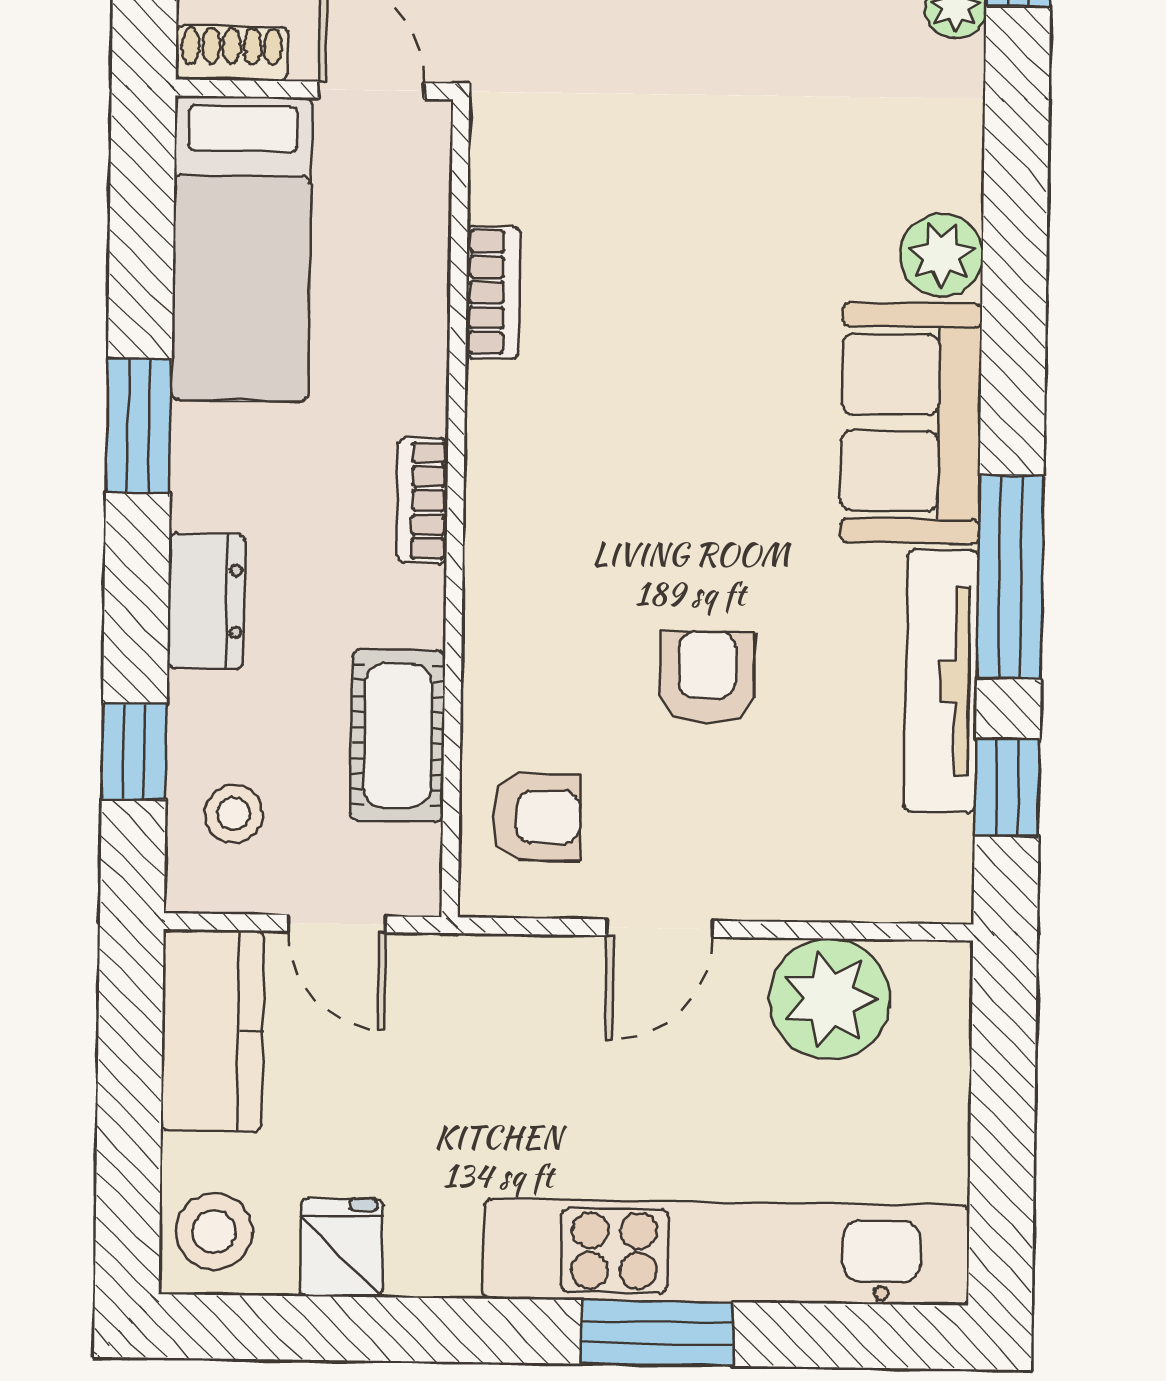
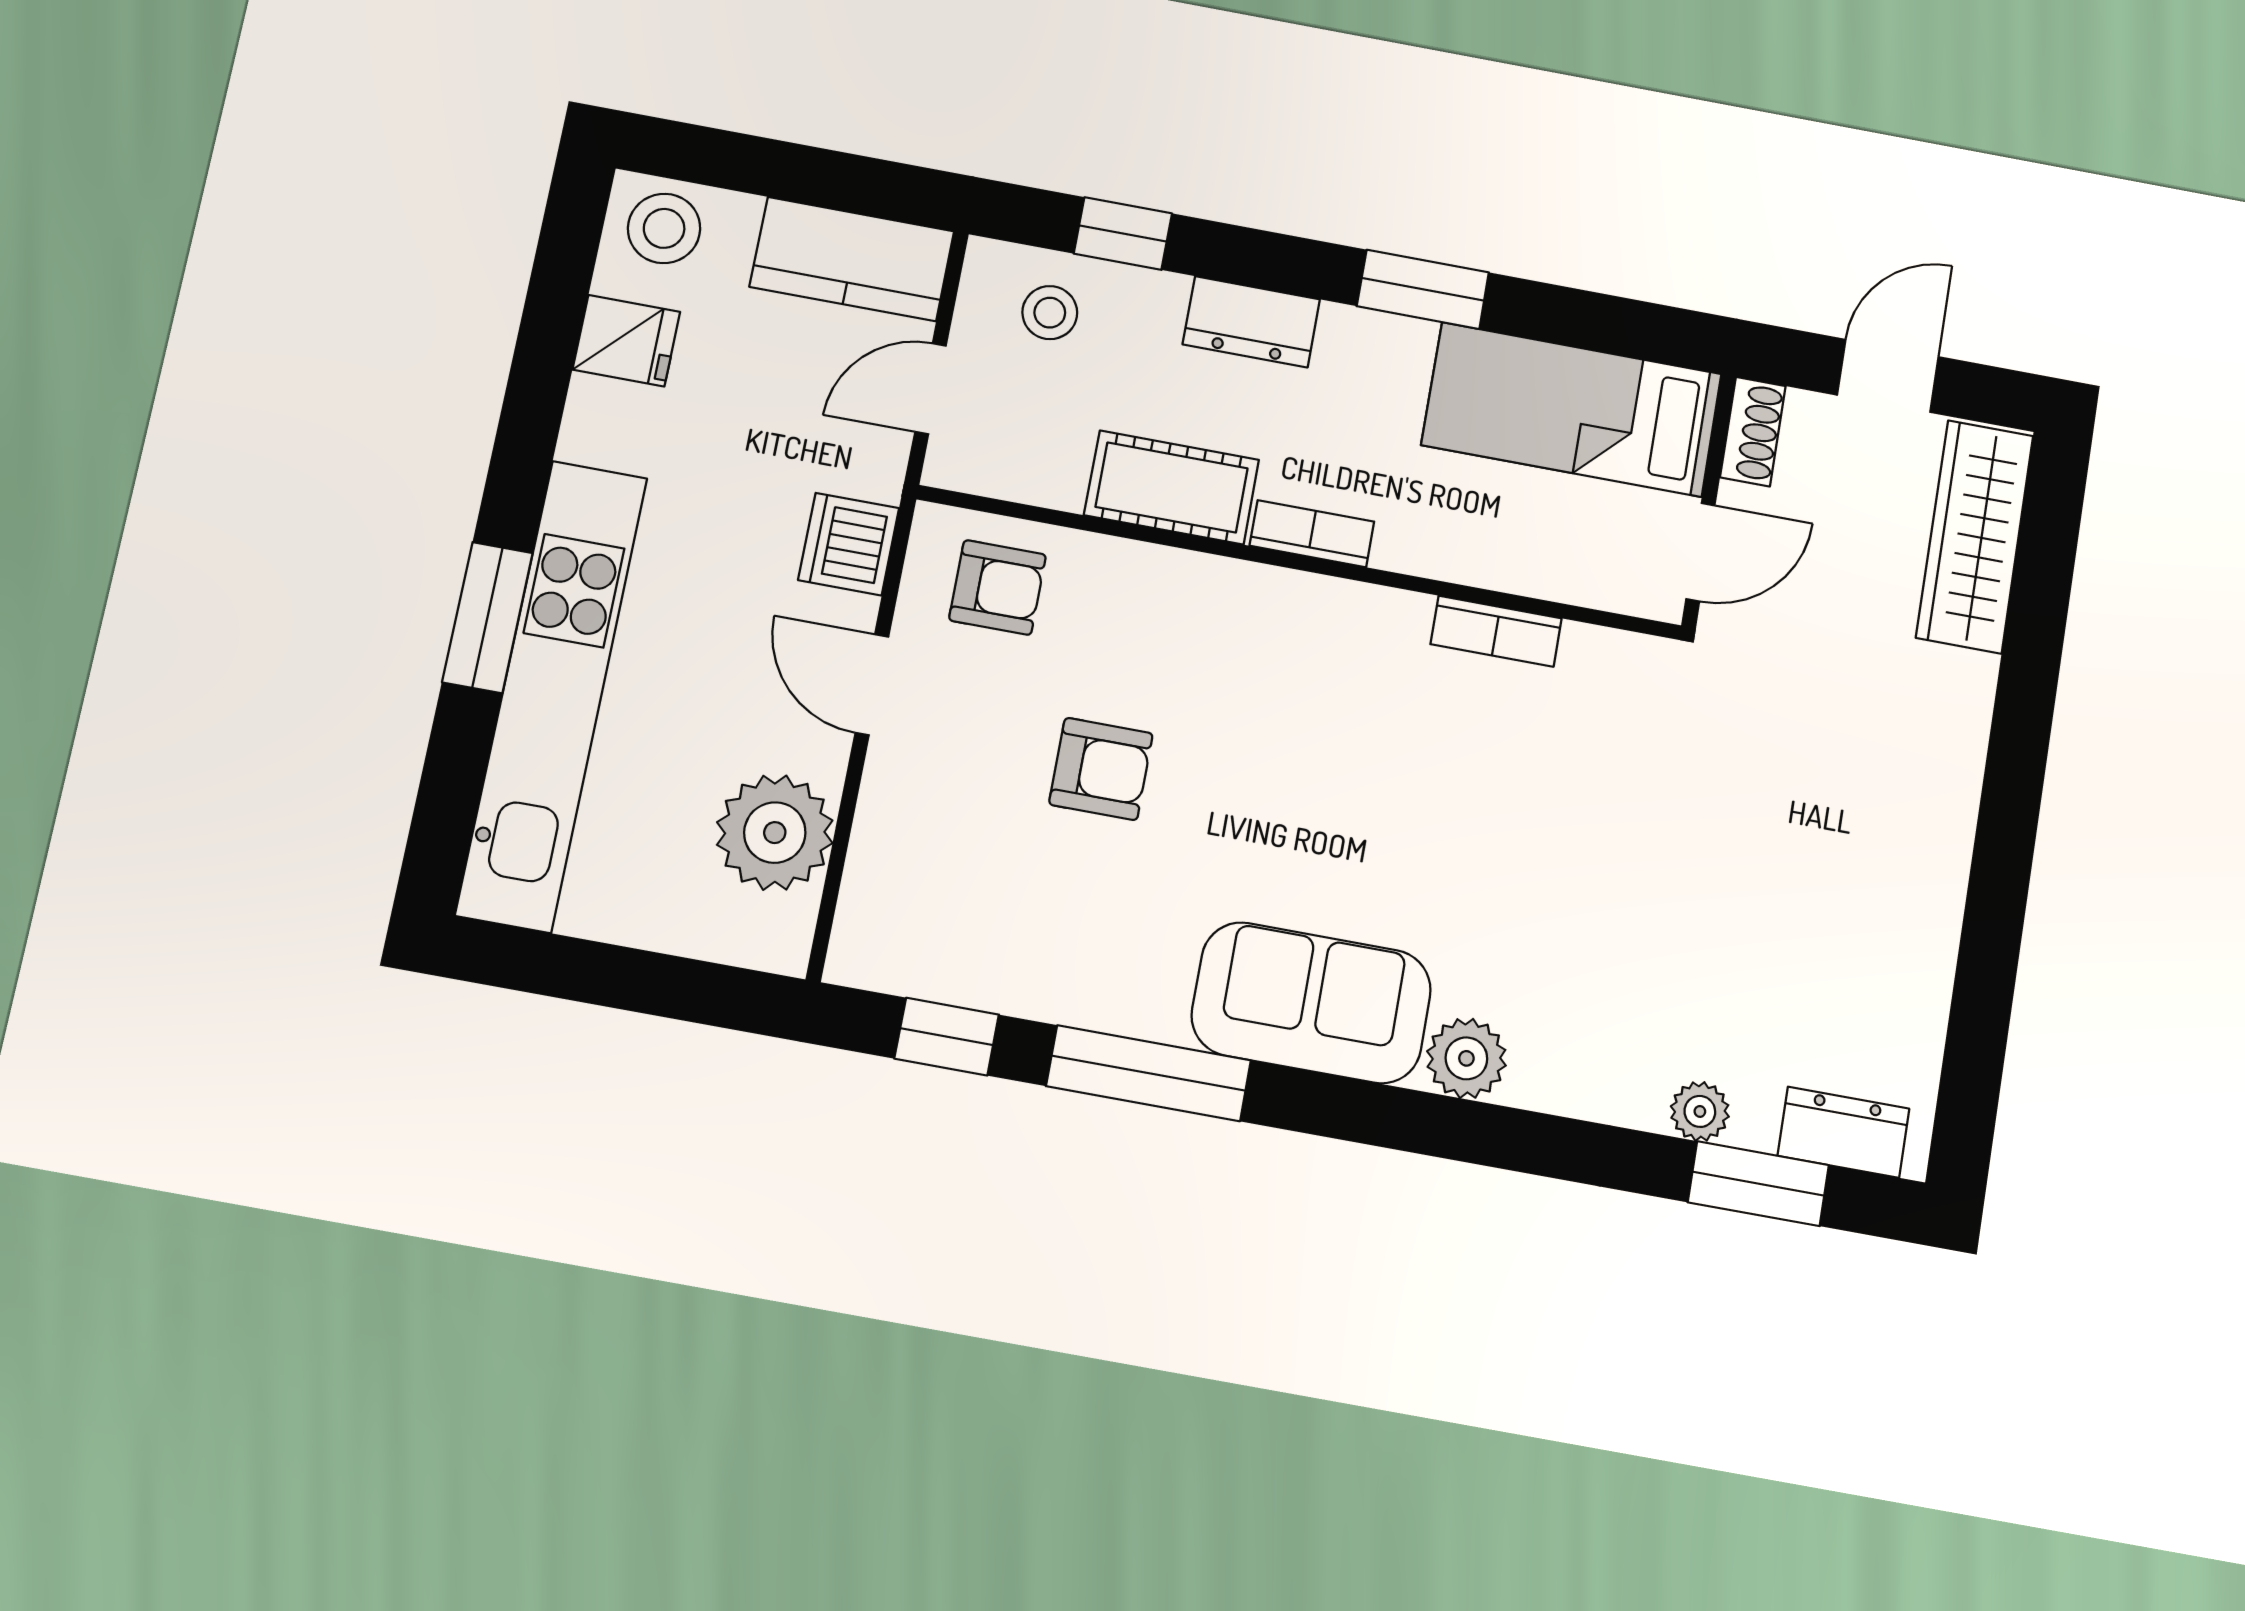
tv unit: (941, 681) -> (1060, 990), removed
cot: (398, 736) -> (1172, 487), moved
armchair: (536, 817) -> (997, 587), turned -90
dishwasher: (517, 979) -> (849, 544), added

